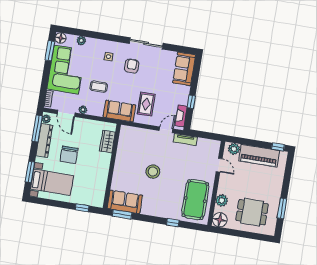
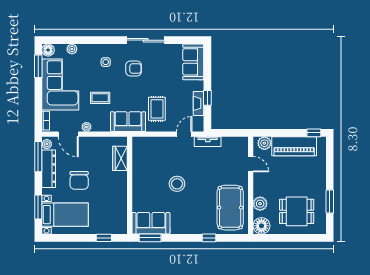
armchair: (132, 66) -> (134, 68), turned 90
fireplace: (181, 116) -> (199, 103), moved

